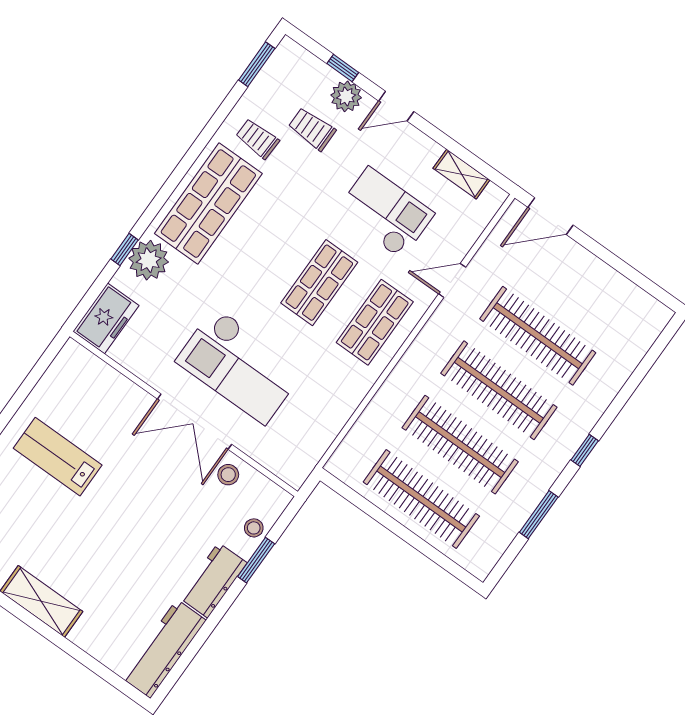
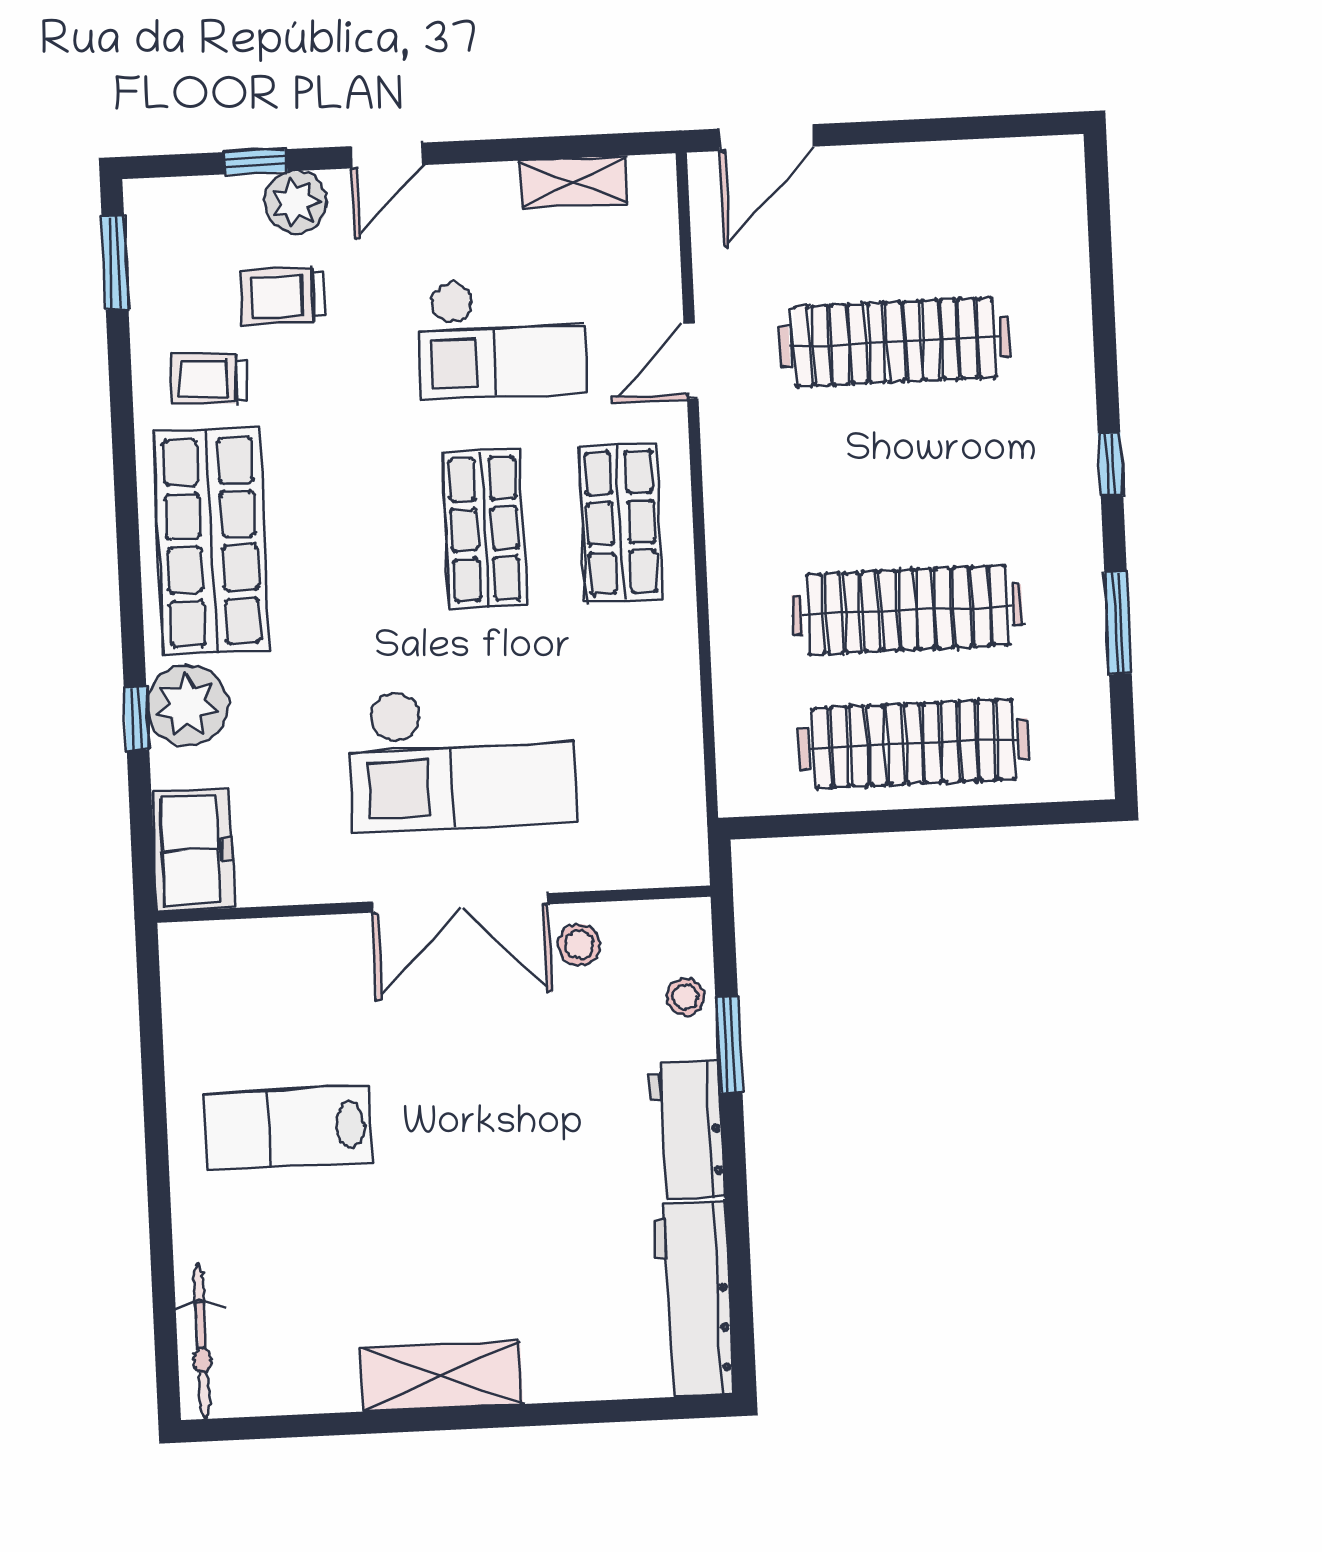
checkout: (385, 213) -> (502, 338), turned 180
clothes rail: (499, 390) -> (901, 476), removed

